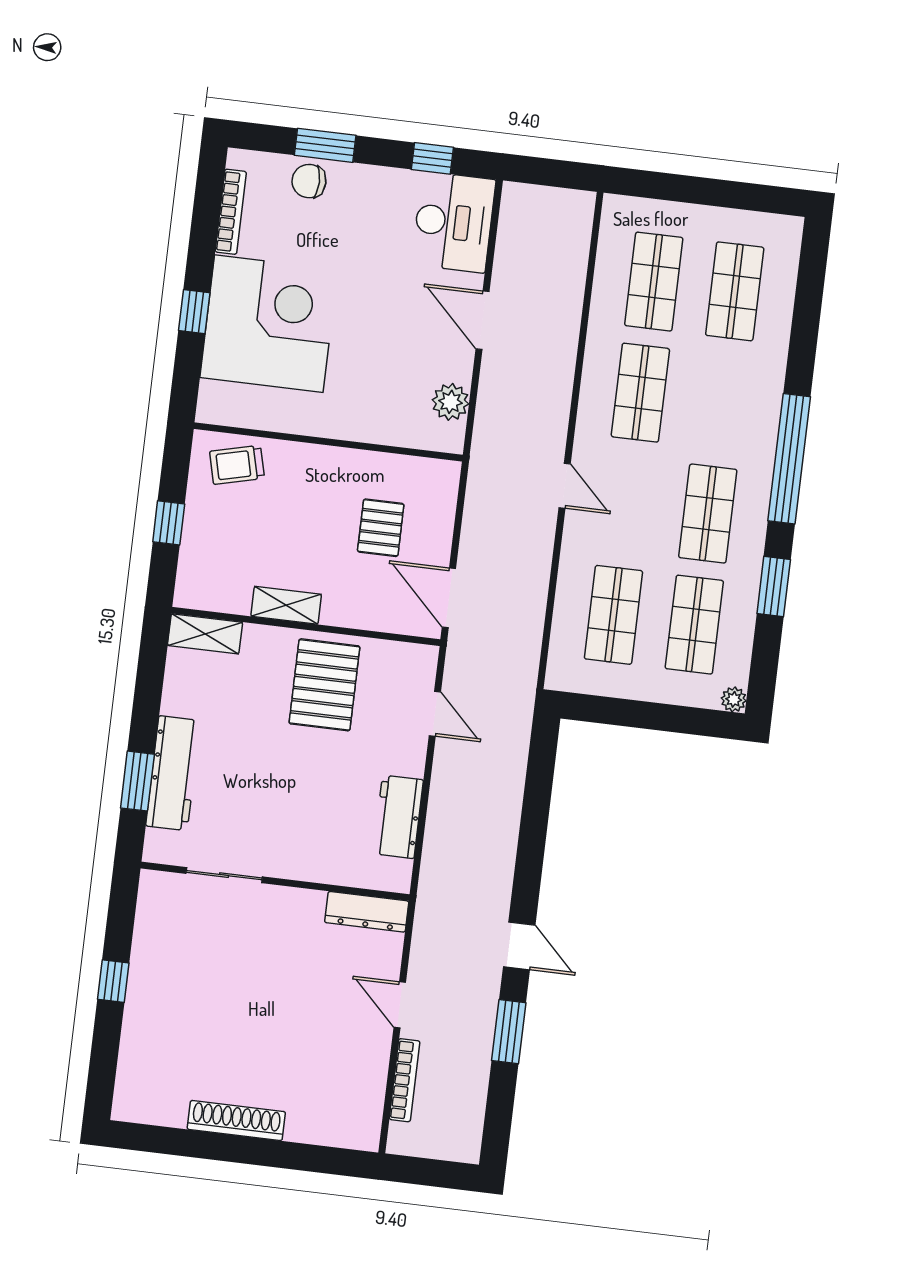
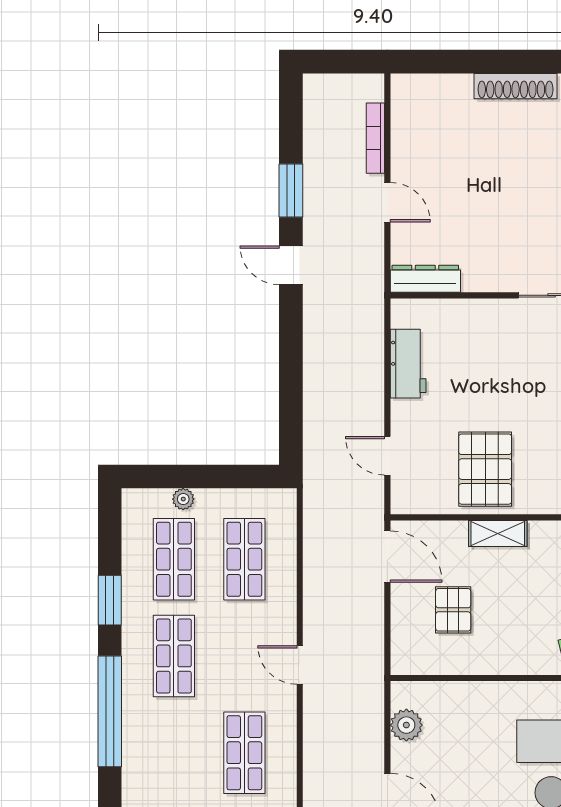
shelving: (286, 605) -> (498, 533), moved
plant: (734, 699) -> (183, 499), moved

